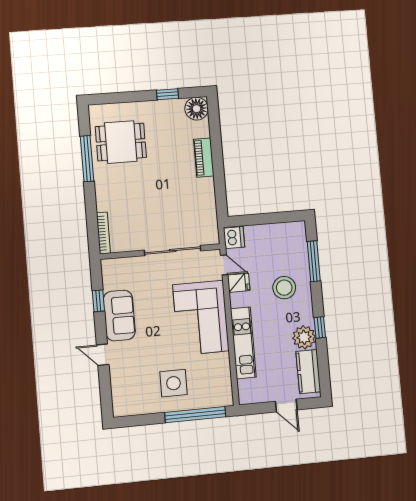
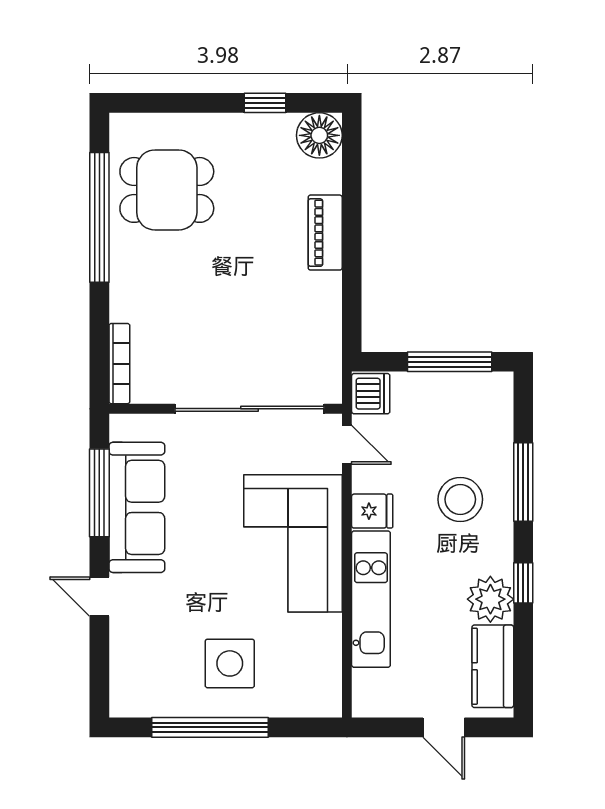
window: (87, 159) -> (99, 217), width x1.46
window: (273, 218) -> (450, 362), added
sliding door: (173, 251) -> (249, 409), width x1.36
window: (314, 261) -> (523, 482), moved
fridge: (239, 283) -> (372, 511), moved
window: (98, 301) -> (99, 493), width x2.17
sofa: (119, 316) -> (137, 507), width x1.36
window: (195, 415) -> (210, 727), moved

